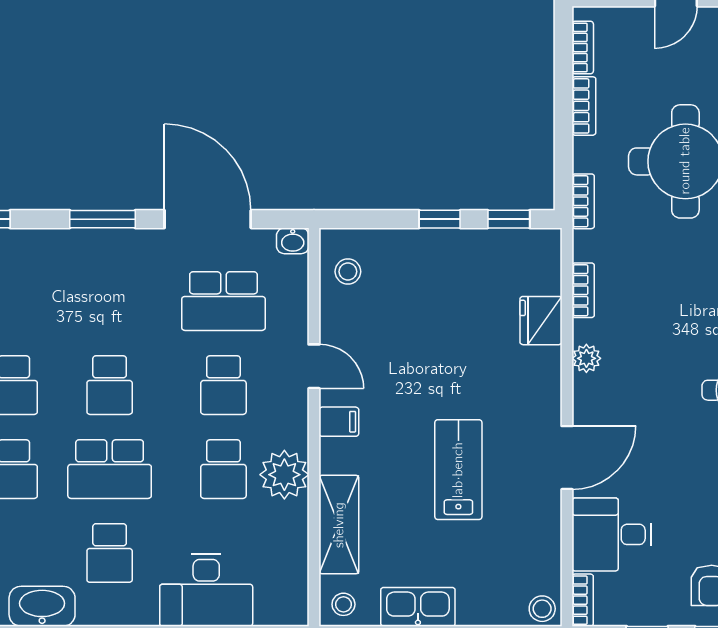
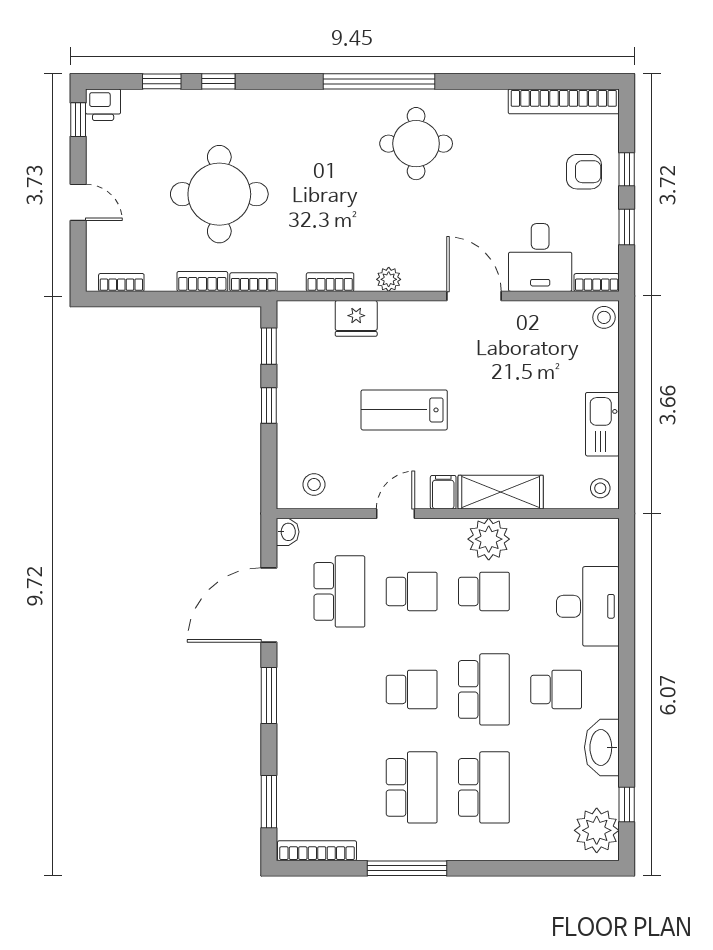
bookcase: (584, 106) -> (202, 281), moved
lab bench: (458, 470) -> (404, 410), moved
shelving: (339, 525) -> (501, 492), moved

